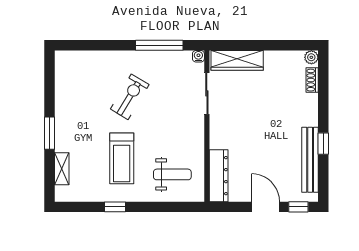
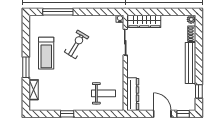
window: (159, 45) -> (58, 12), moved
window: (323, 144) -> (199, 91), moved
treadmill: (122, 158) -> (46, 53), moved
bench: (310, 160) -> (190, 63), moved

